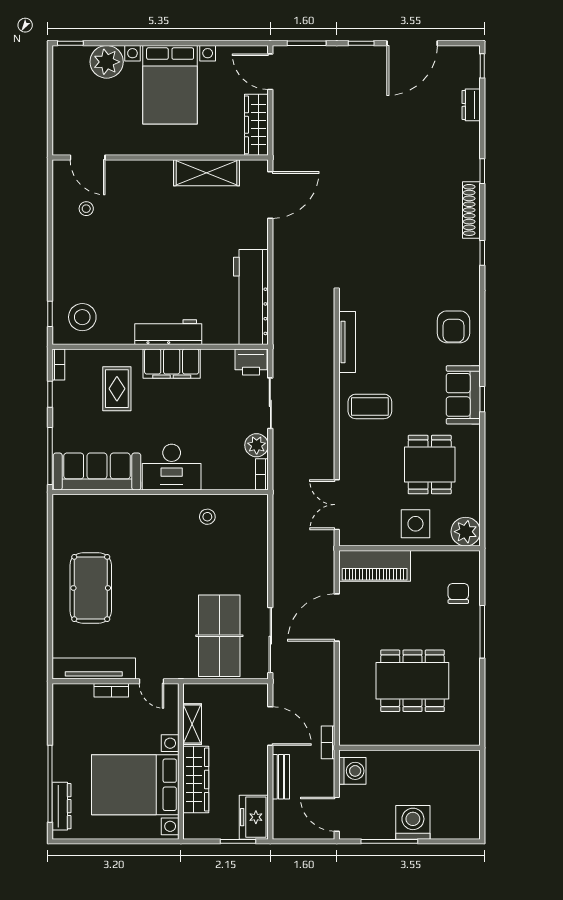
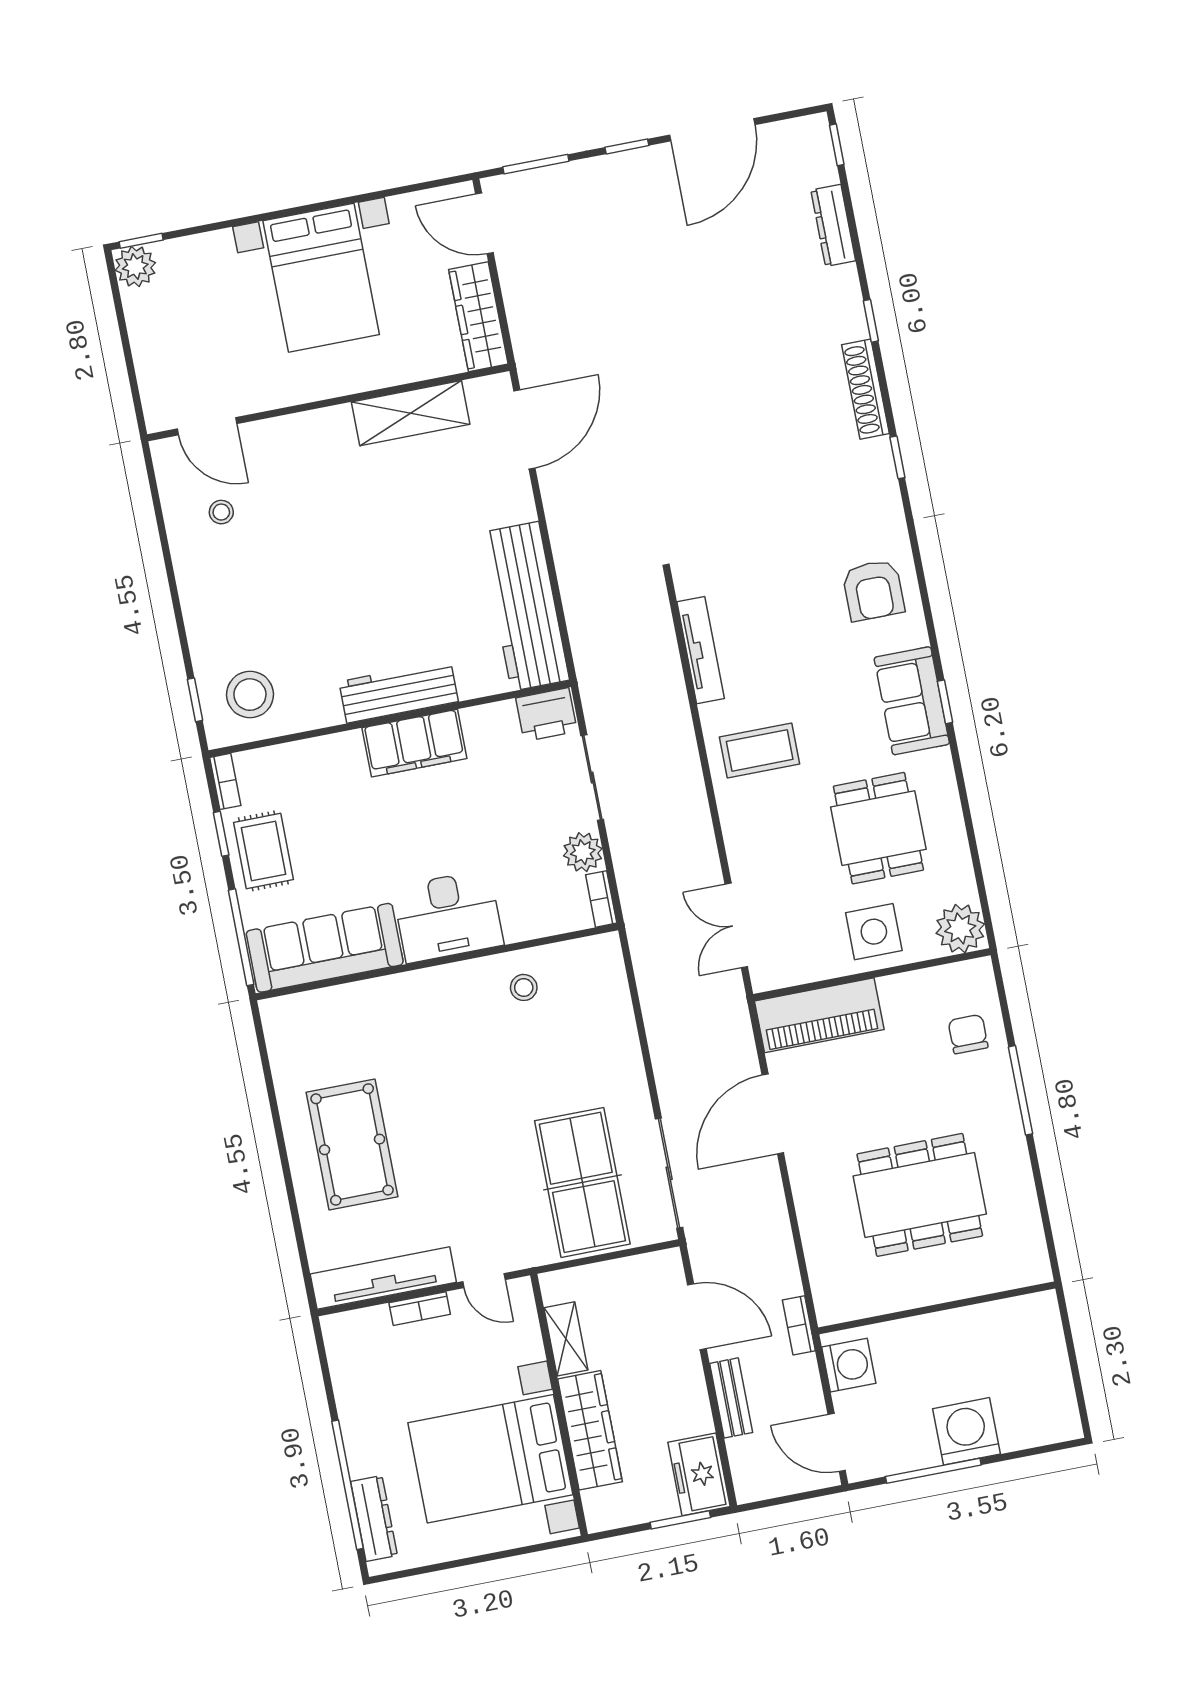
plant: (107, 62) -> (135, 267), moved, width x0.73, depth x0.73
dresser: (471, 105) -> (833, 225), width x1.44
rug: (117, 389) -> (264, 851), moved

